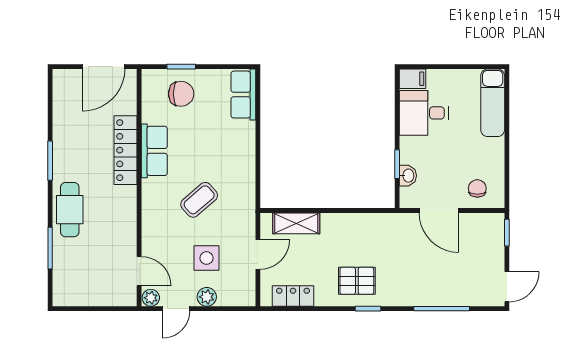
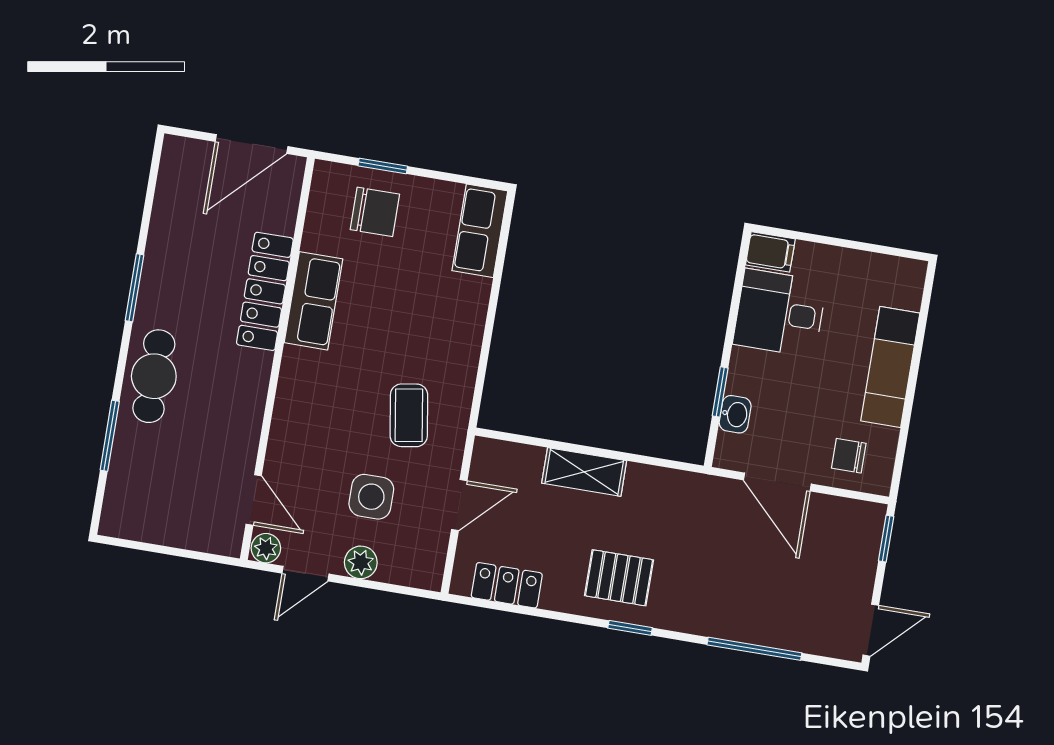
exam couch: (493, 103) -> (890, 367), moved
chair: (477, 188) -> (849, 456), turned -90
coffee table: (199, 200) -> (409, 415), moved, turned -58
shelving: (296, 223) -> (584, 472), moved

